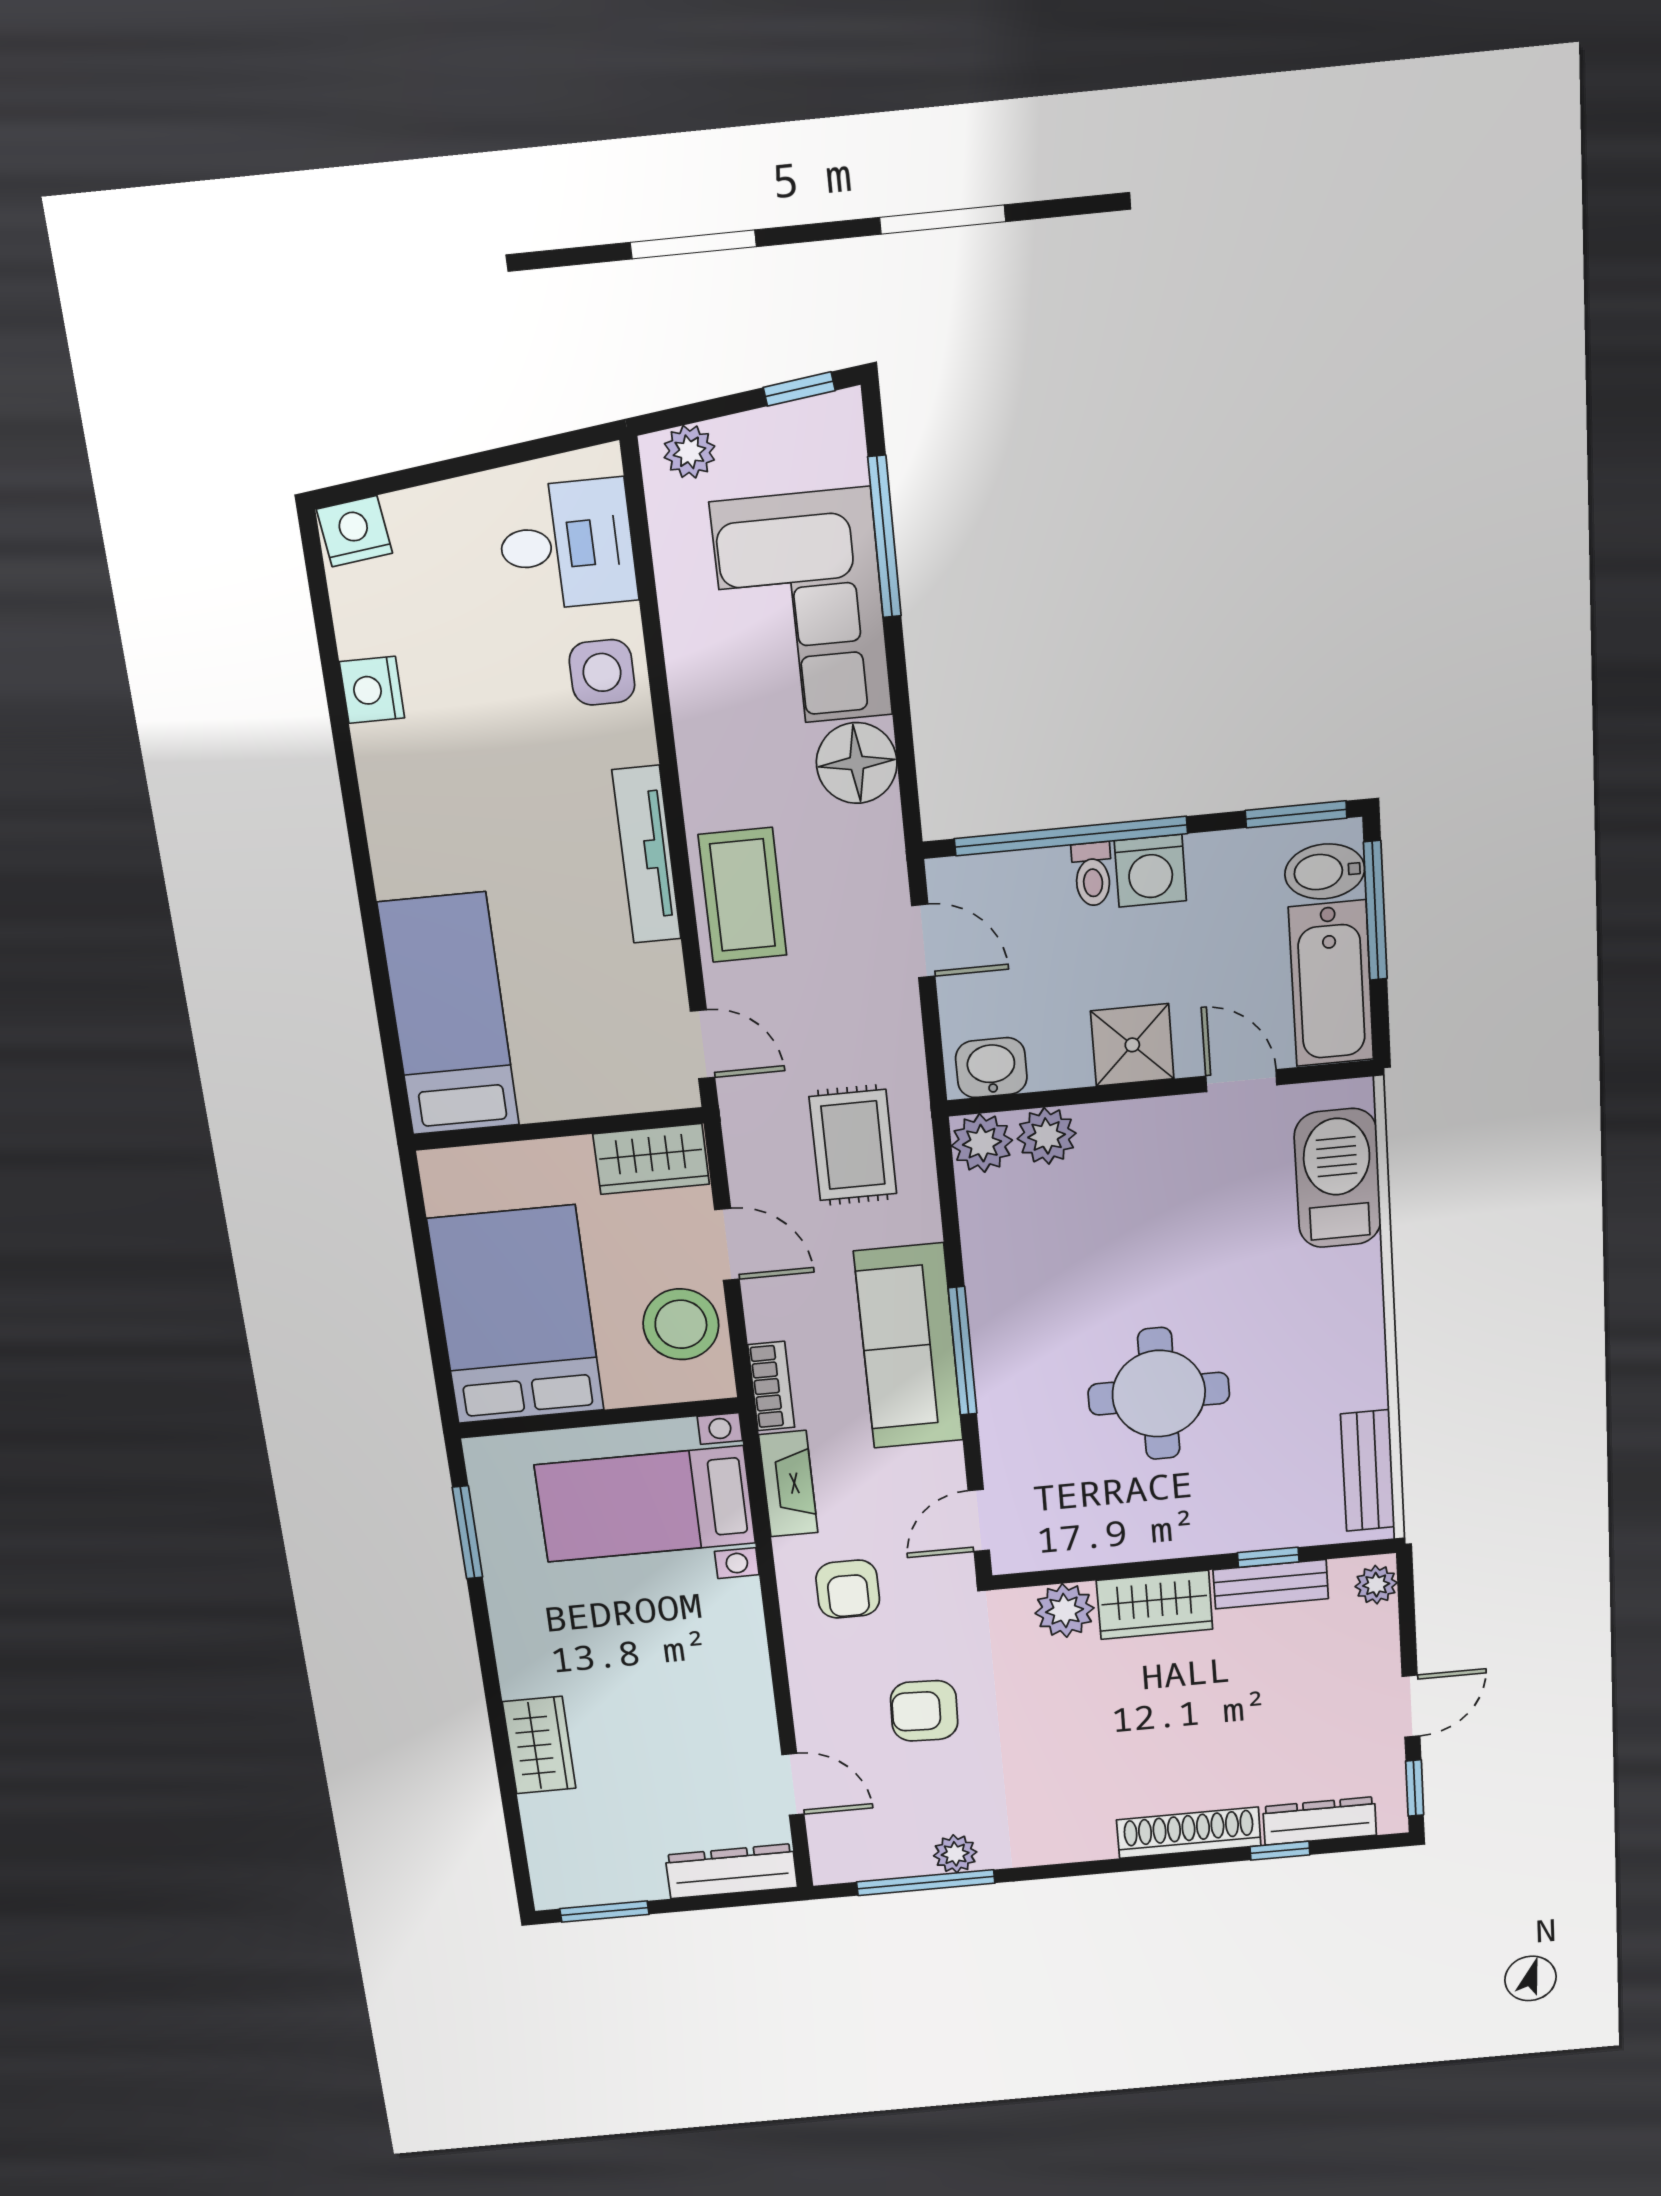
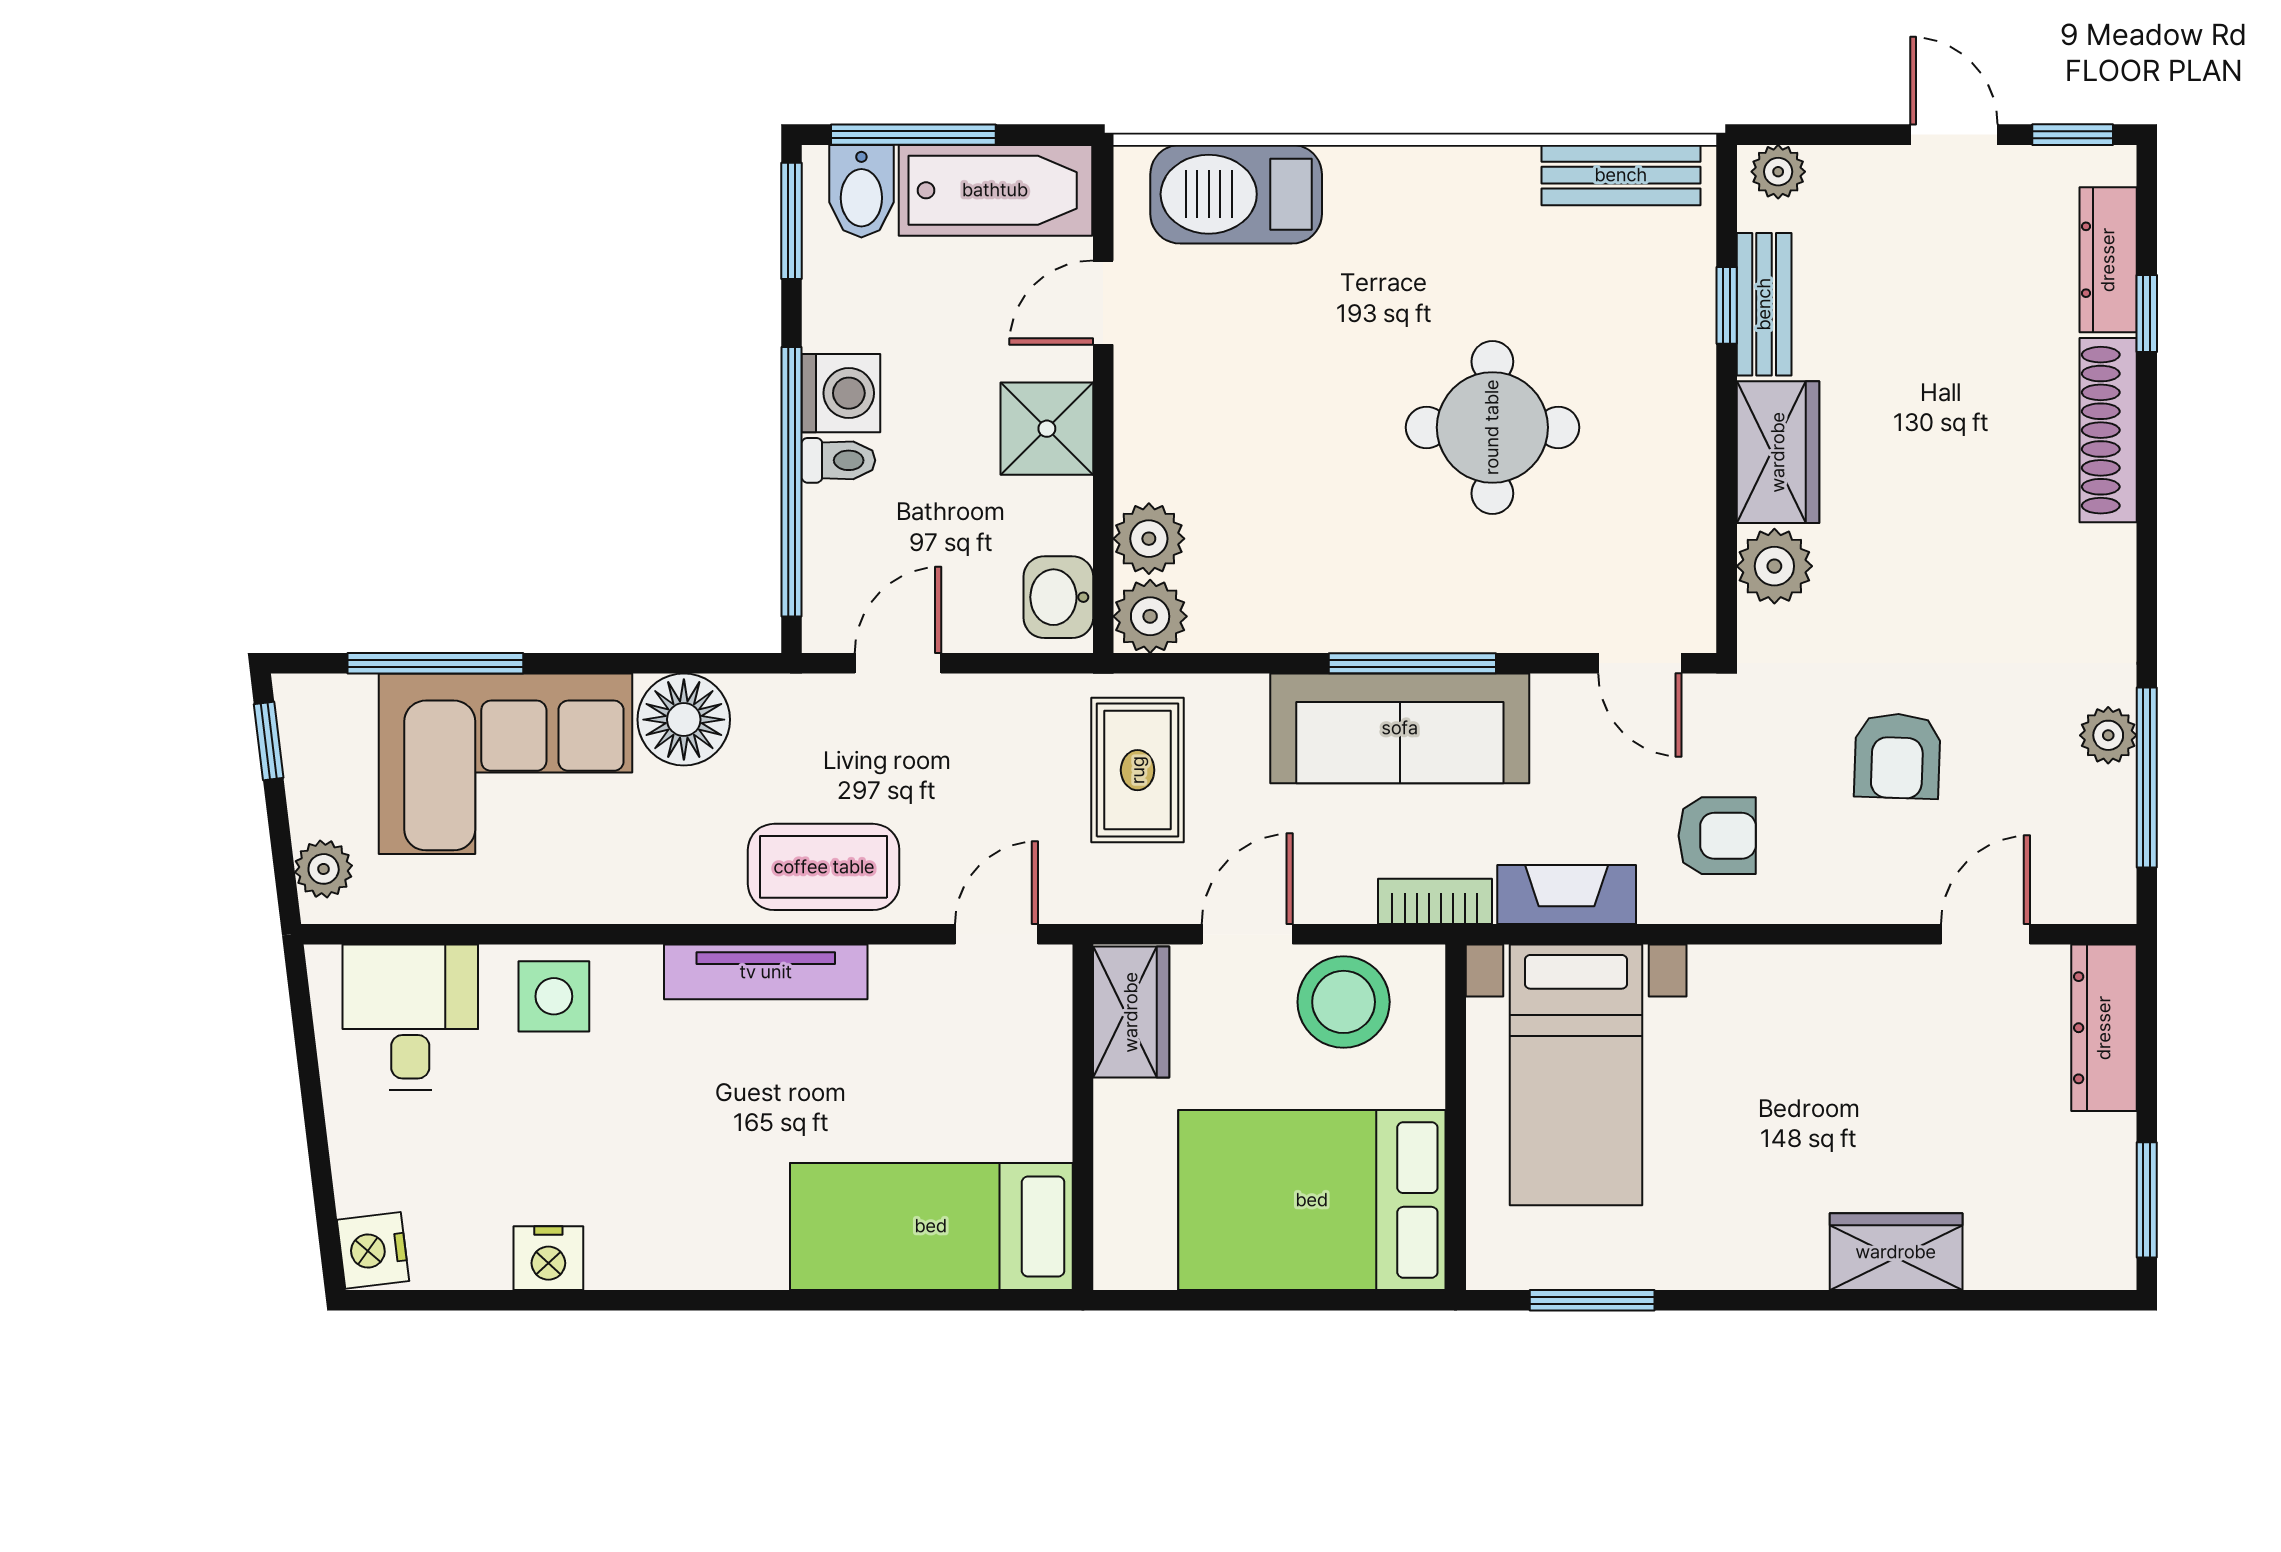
rug: (853, 1145) -> (1138, 770), turned 90

